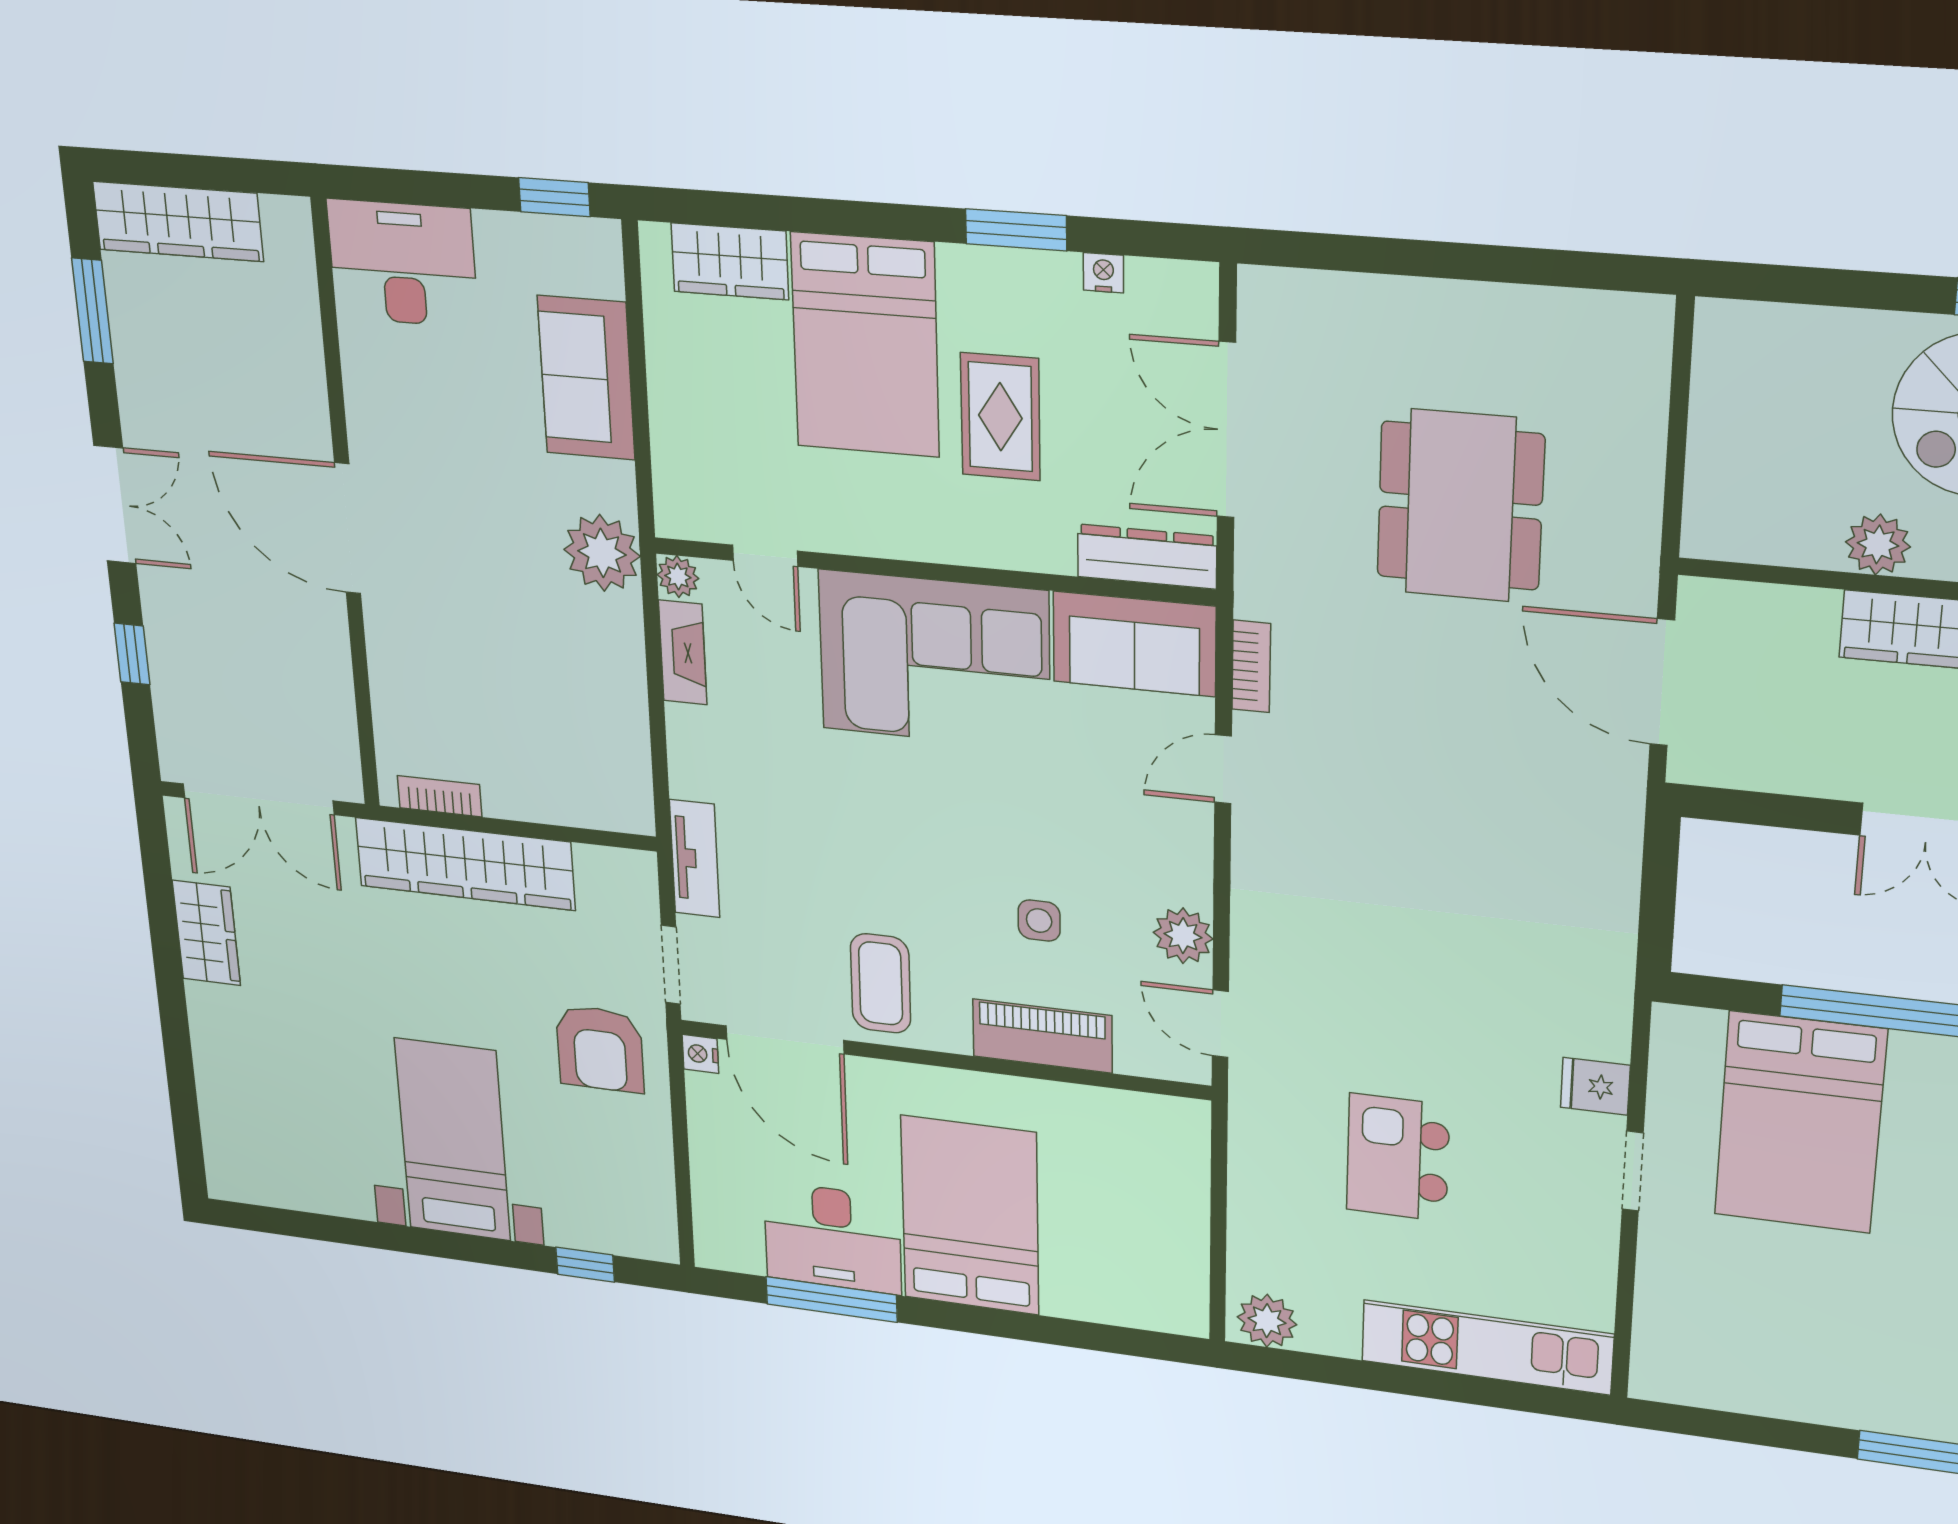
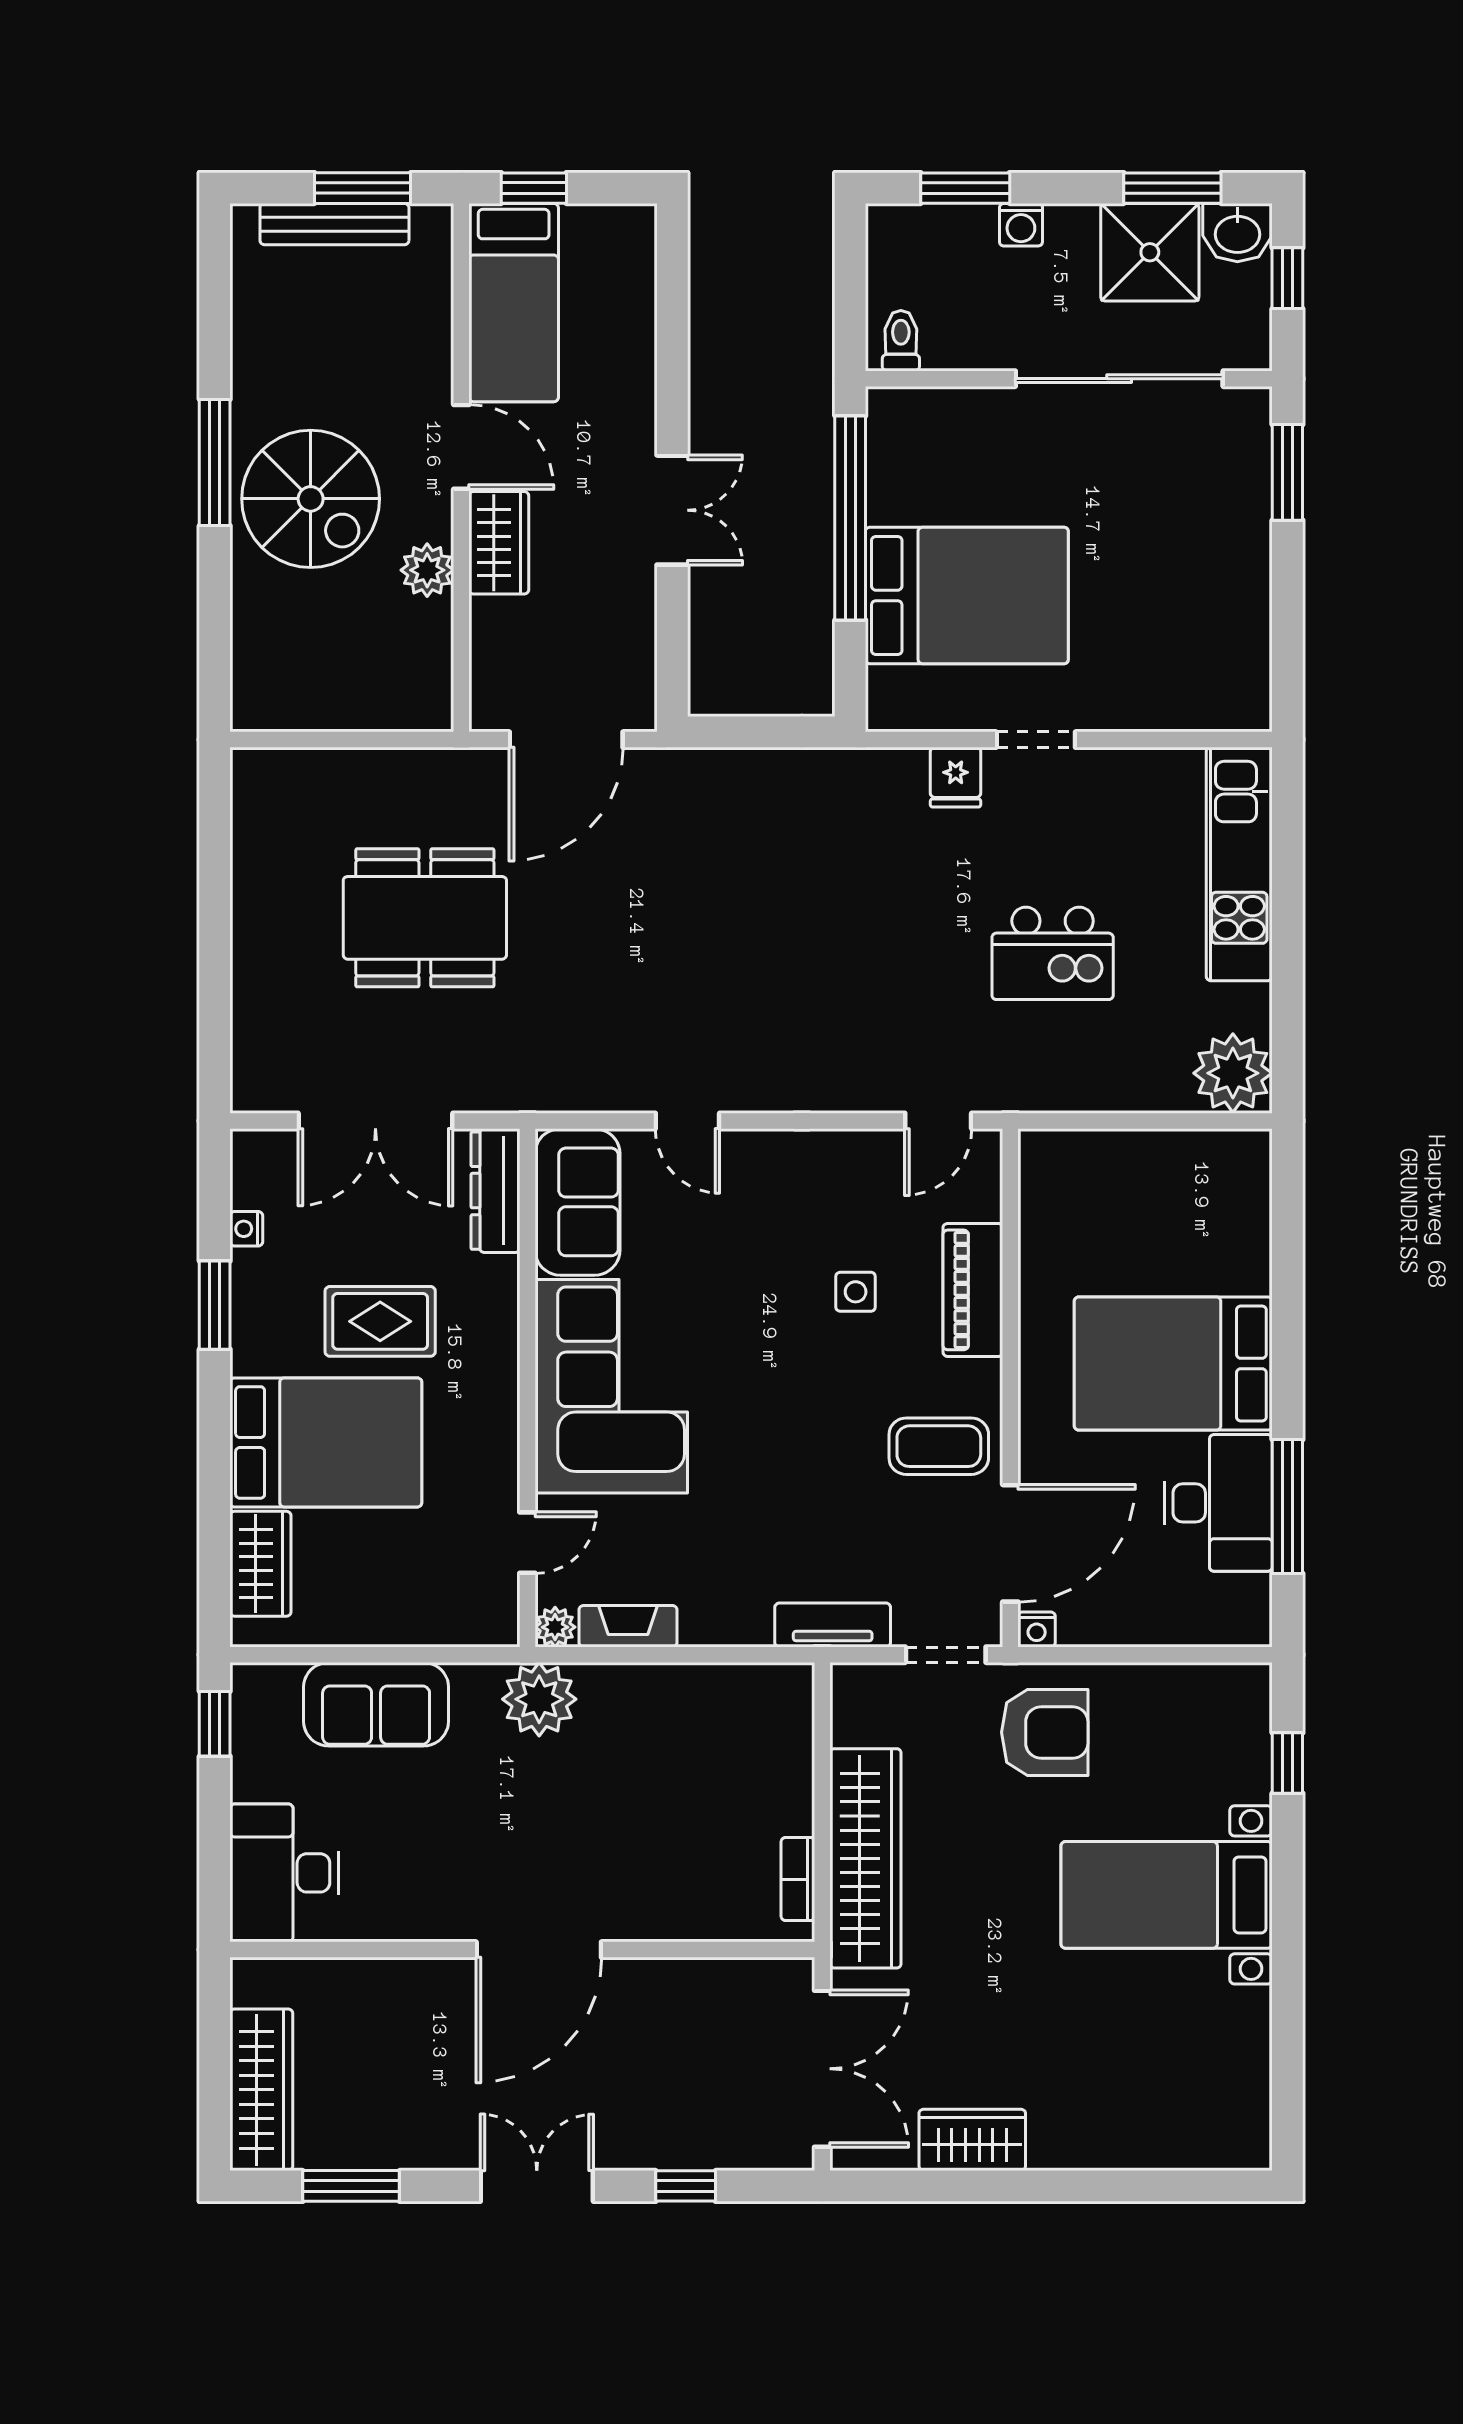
bookcase: (1251, 666) -> (588, 1097), removed
plant: (1183, 936) -> (854, 1156), removed
plant: (1267, 1321) -> (1233, 1073), width x1.36, depth x1.36

